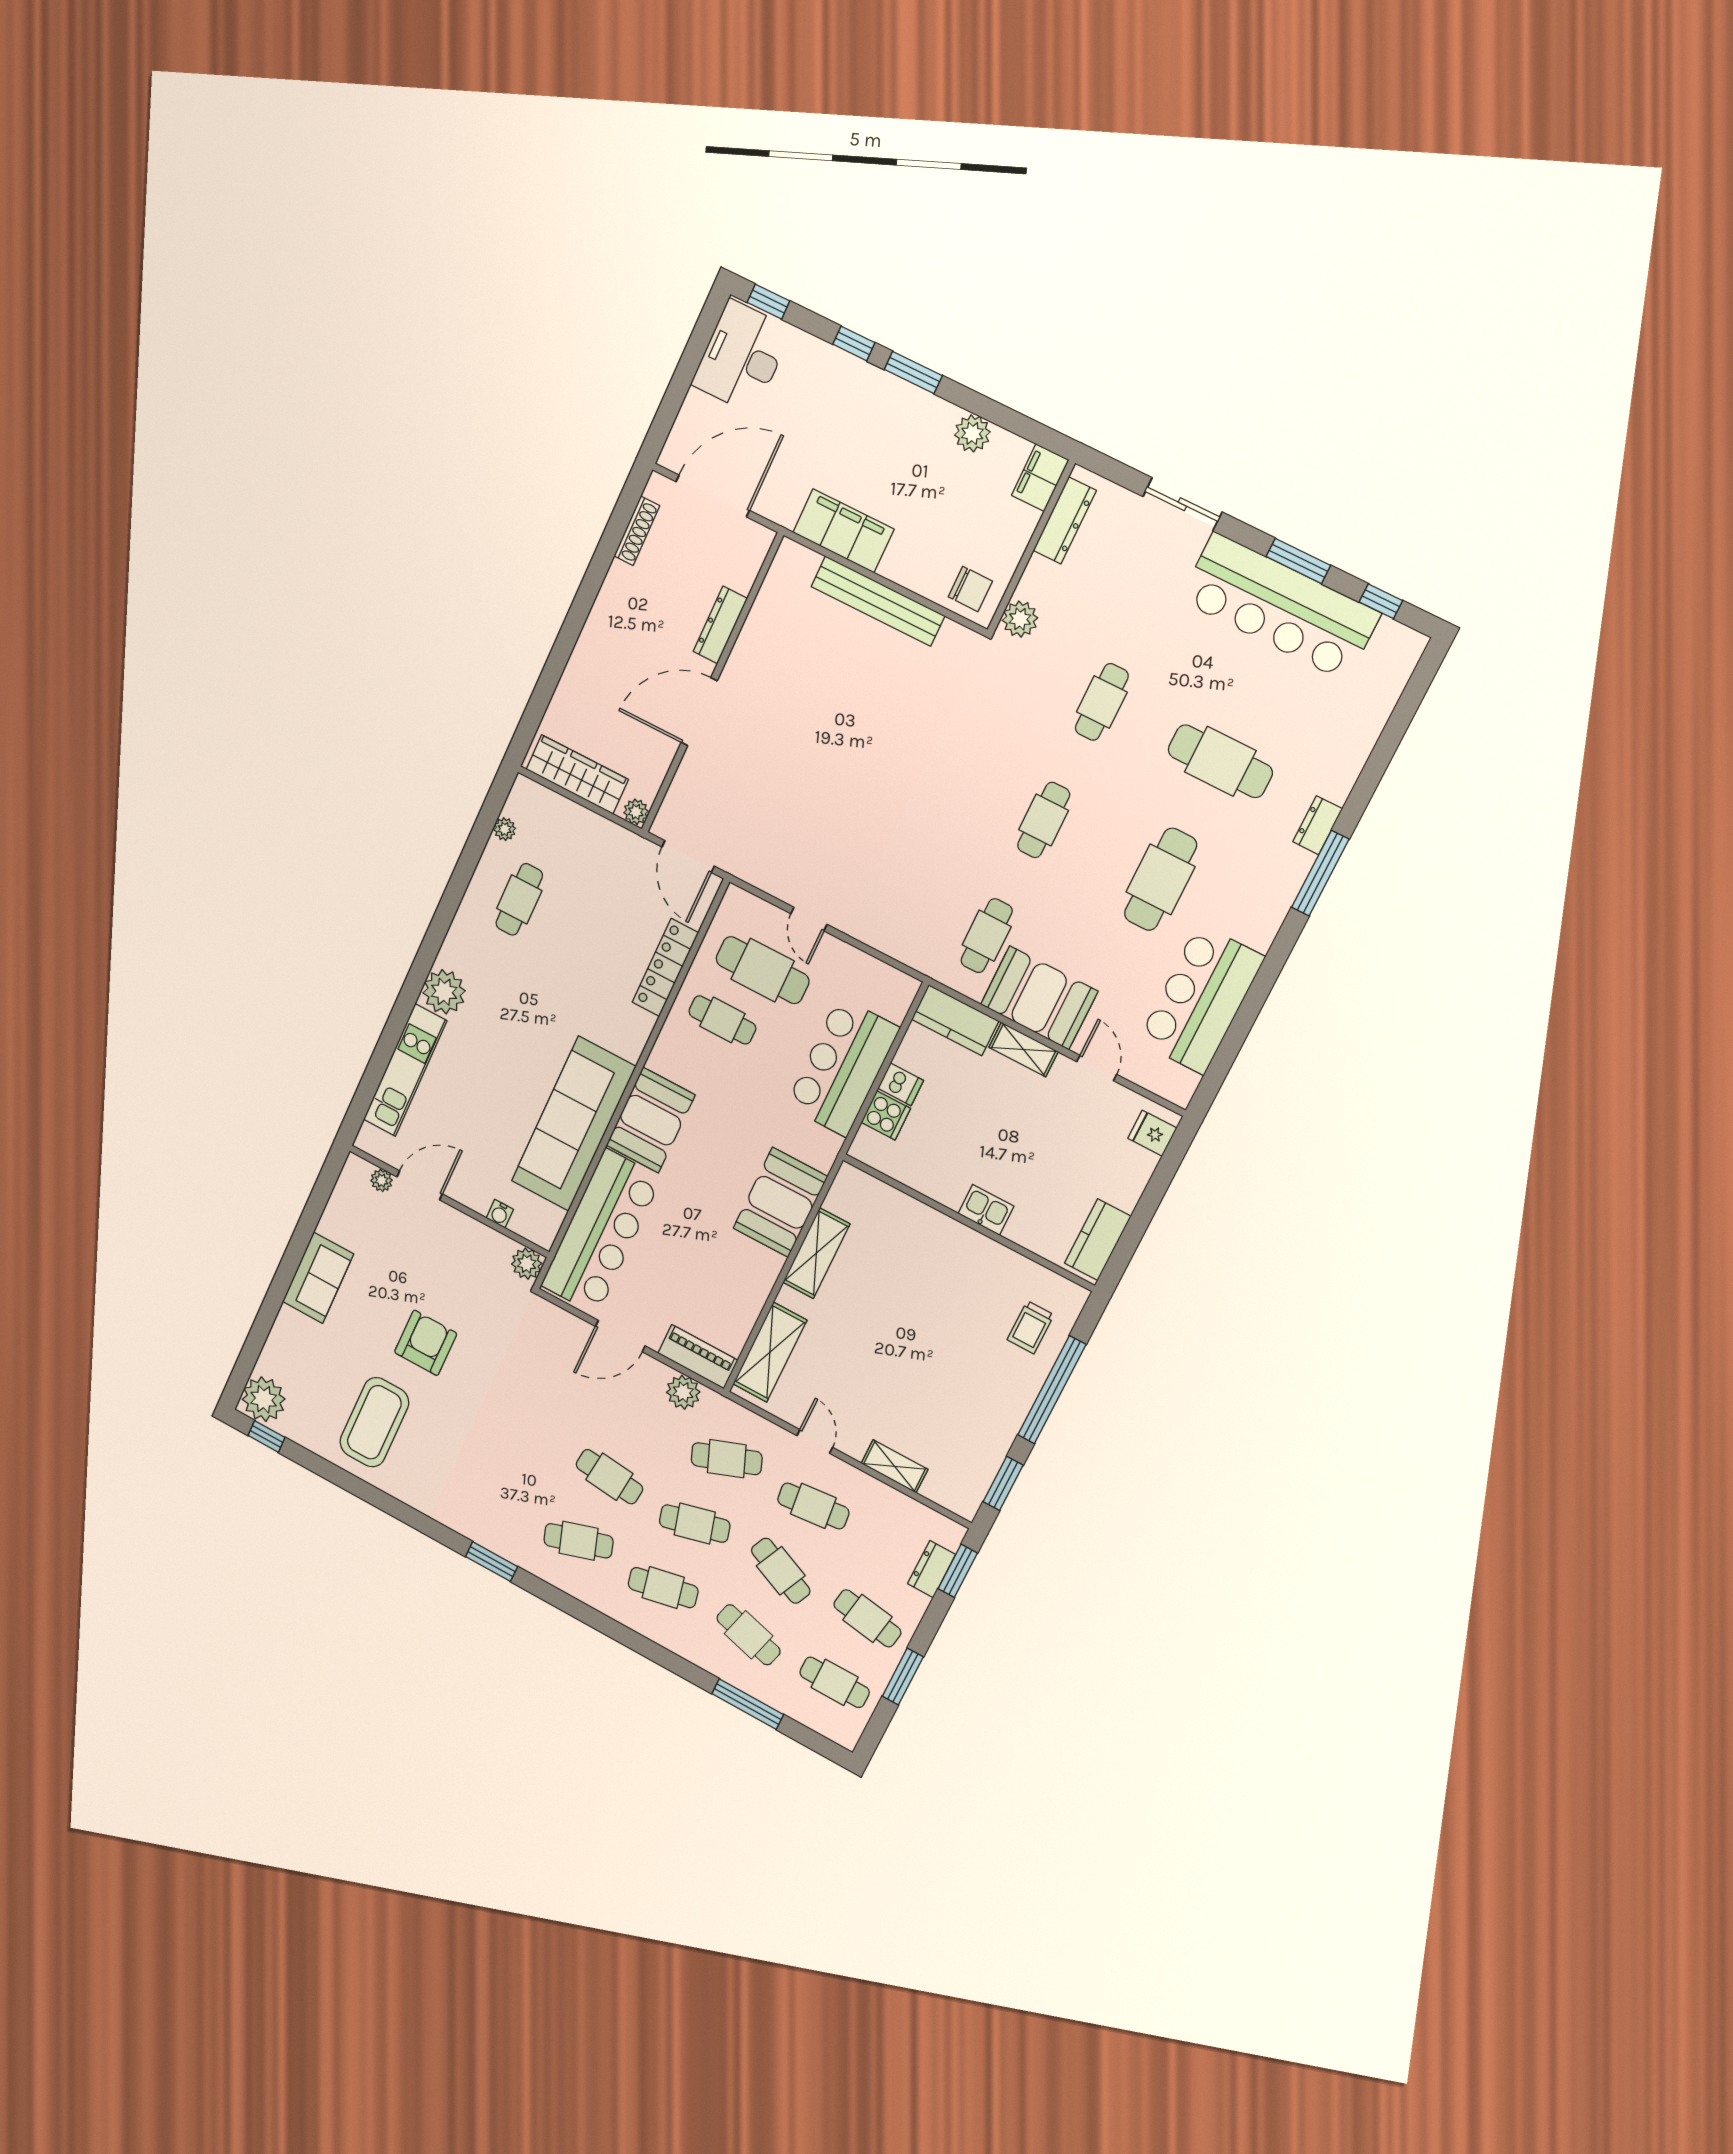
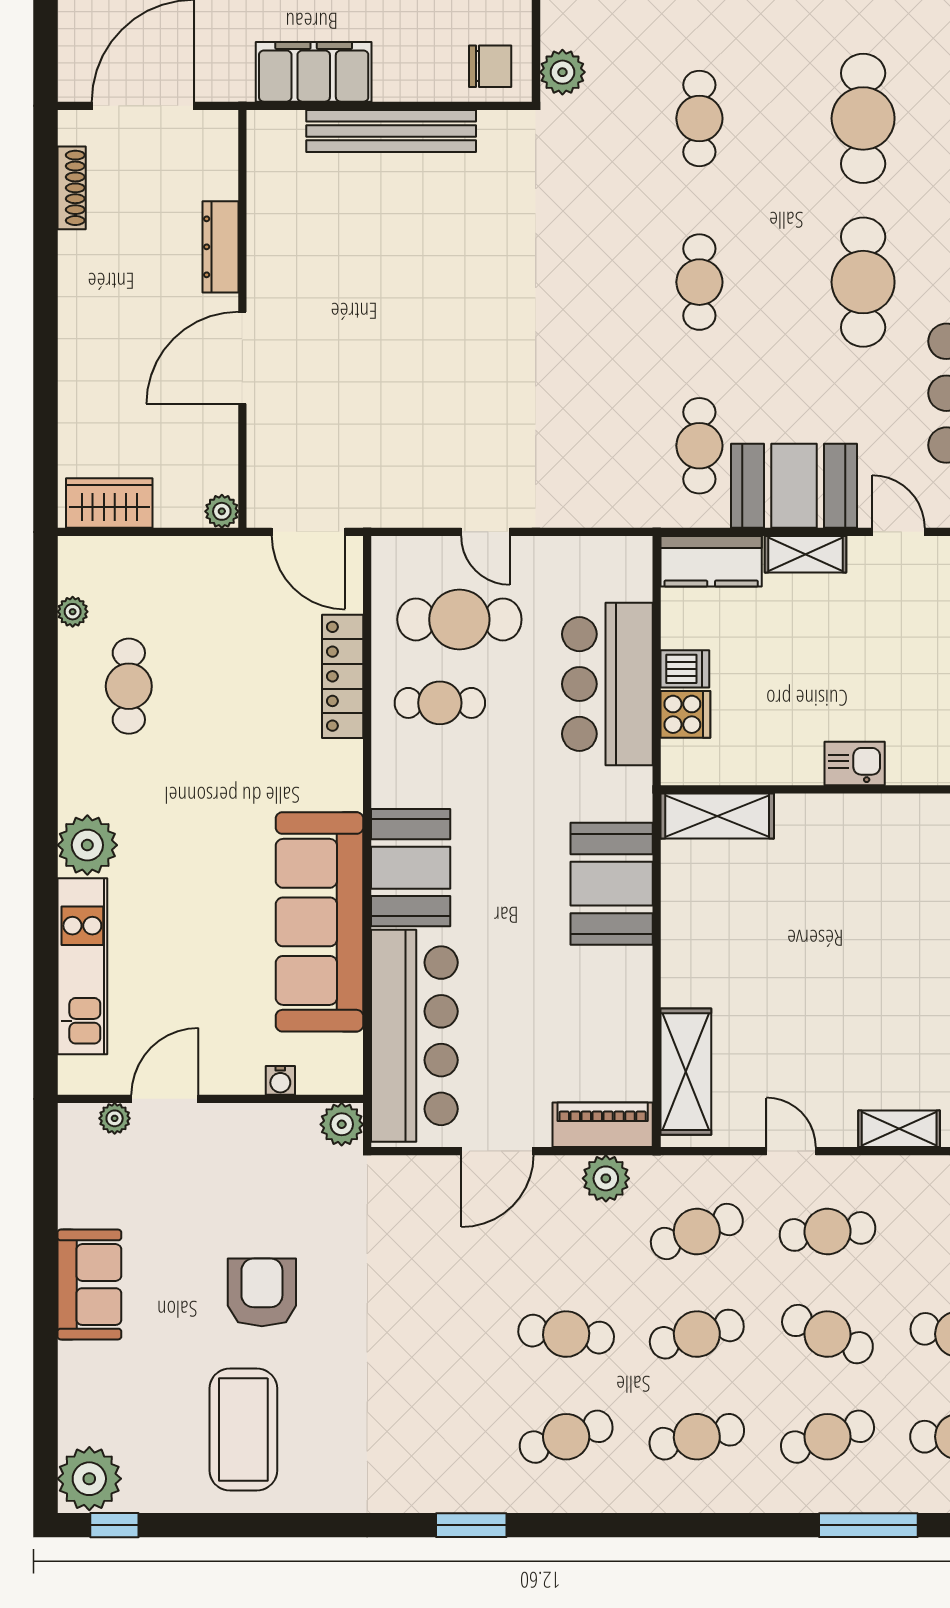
cafe table: (1220, 761) -> (863, 118), turned 90
wardrobe: (577, 774) -> (109, 503), width x0.67
shelving: (816, 1253) -> (717, 816), moved, turned 90
cafe table: (749, 1635) -> (827, 1437), turned -33

